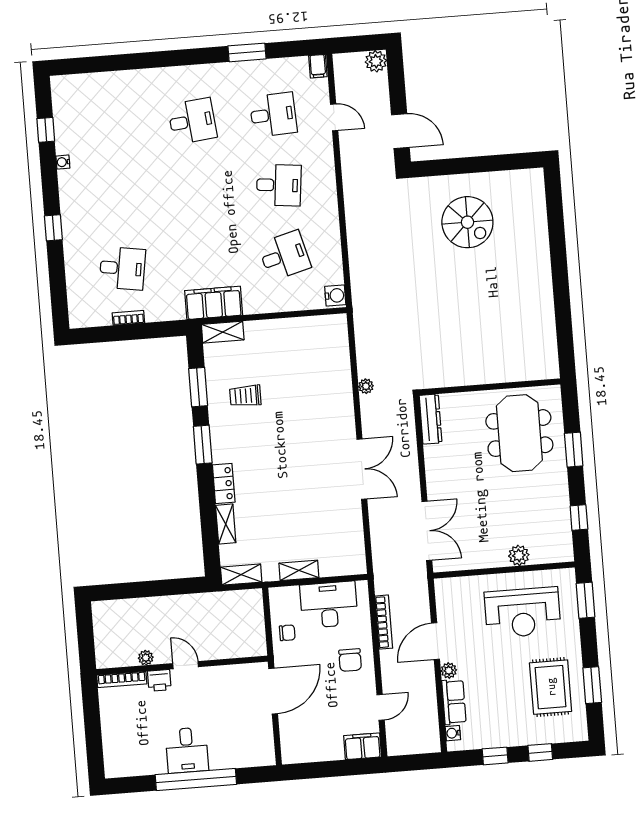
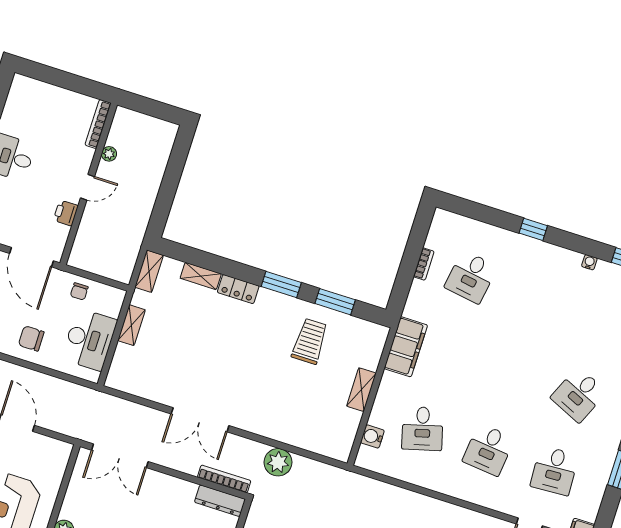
desk: (192, 121) -> (579, 395), turned 30
water cooler: (335, 296) -> (372, 436), moved, turned 90
shelving: (223, 332) -> (361, 390), moved
plant: (366, 386) -> (278, 462), width x1.87, depth x1.87
trolley: (245, 396) -> (310, 341), width x1.36, depth x1.39
bookcase: (384, 622) -> (224, 479), moved, turned 180
printer: (159, 680) -> (66, 213), moved

